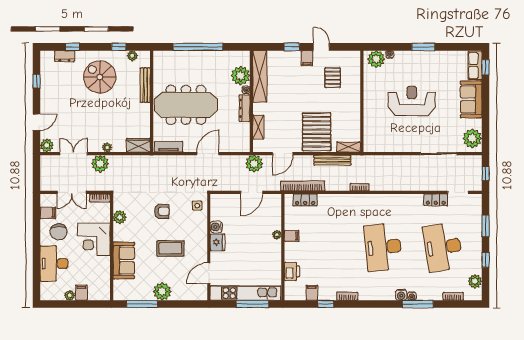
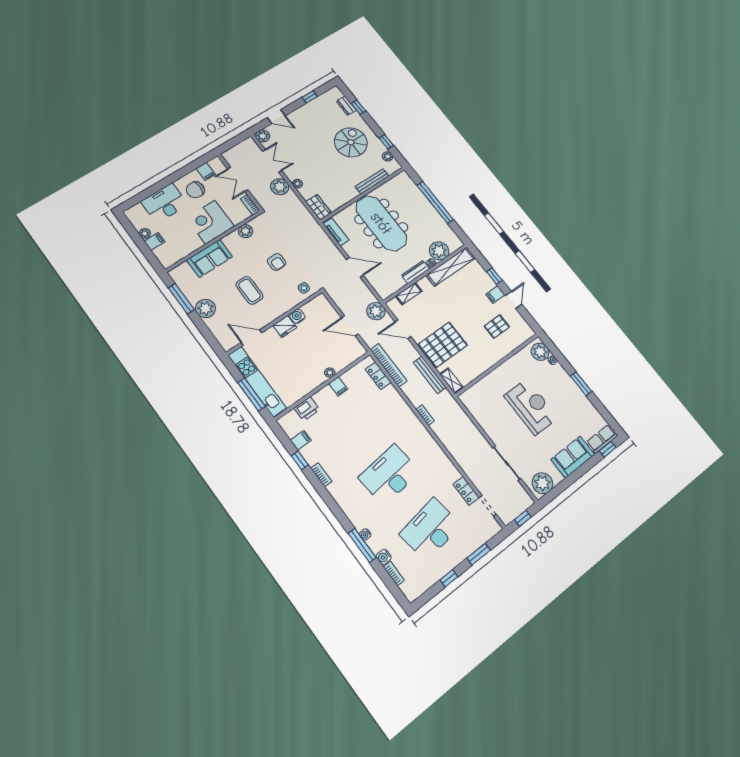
plant: (475, 281) -> (423, 584), removed
water cooler: (401, 295) -> (384, 557), moved

